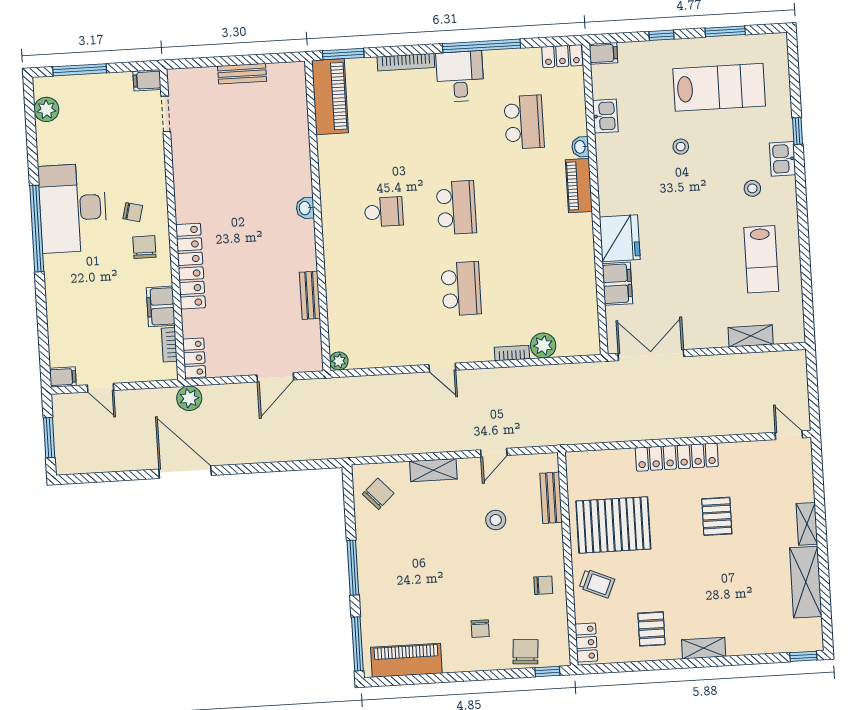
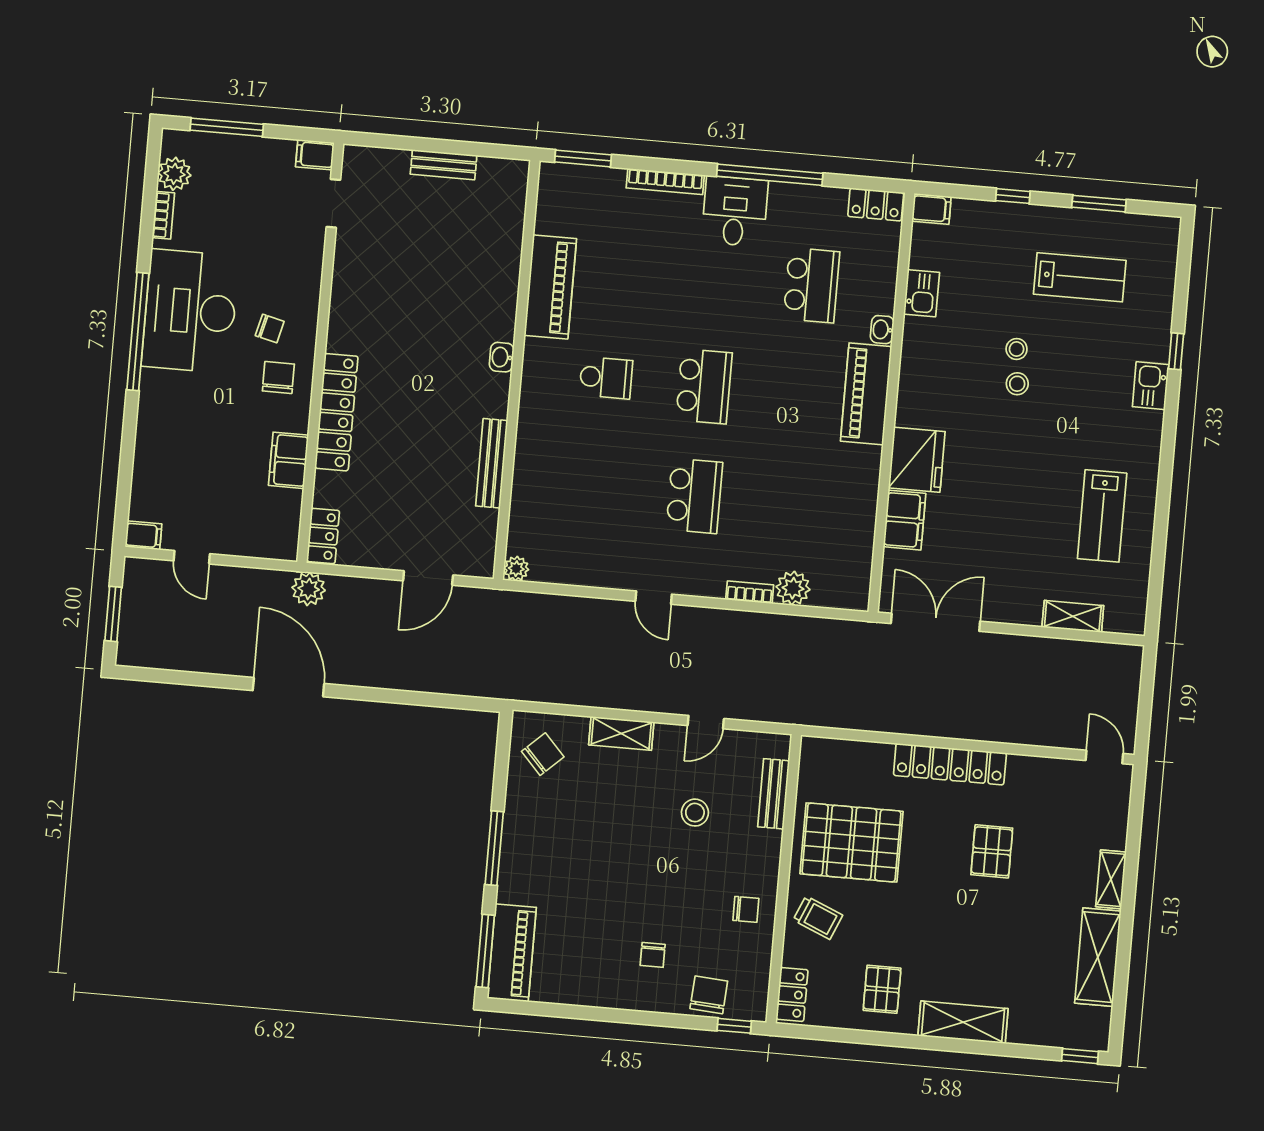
lab bench: (719, 87) -> (1080, 277), width x0.73, depth x0.72
piano: (330, 97) -> (550, 287), moved
piano: (579, 186) -> (866, 394), width x1.37, depth x1.33
stool: (752, 188) -> (1017, 384), moved
bench: (310, 295) -> (492, 463), width x1.36
bookcase: (169, 345) -> (163, 215), moved, turned 180
shelving: (704, 648) -> (963, 1022), width x1.50, depth x1.33
piano: (406, 660) -> (512, 953), moved, turned 90

